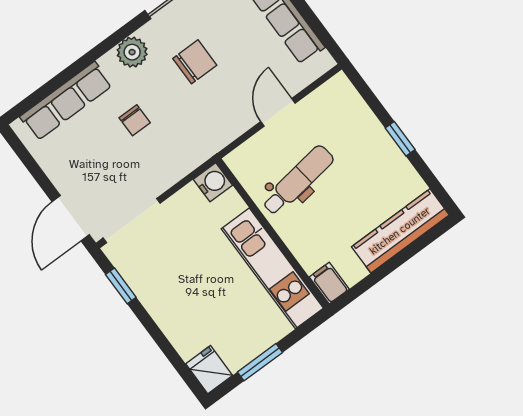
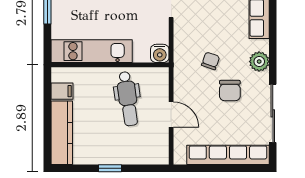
chair: (135, 120) -> (211, 61), moved, turned 109
filing cabinet: (329, 283) -> (62, 91), moved

